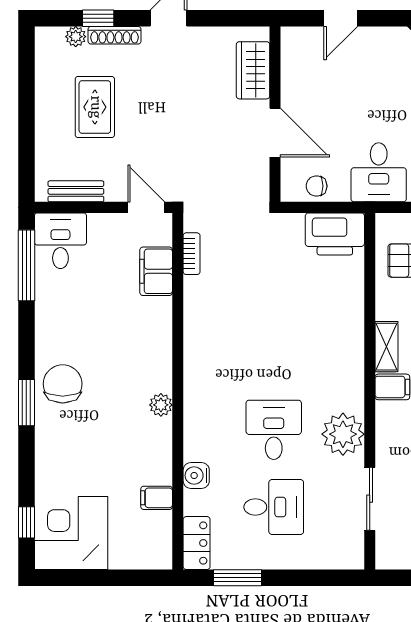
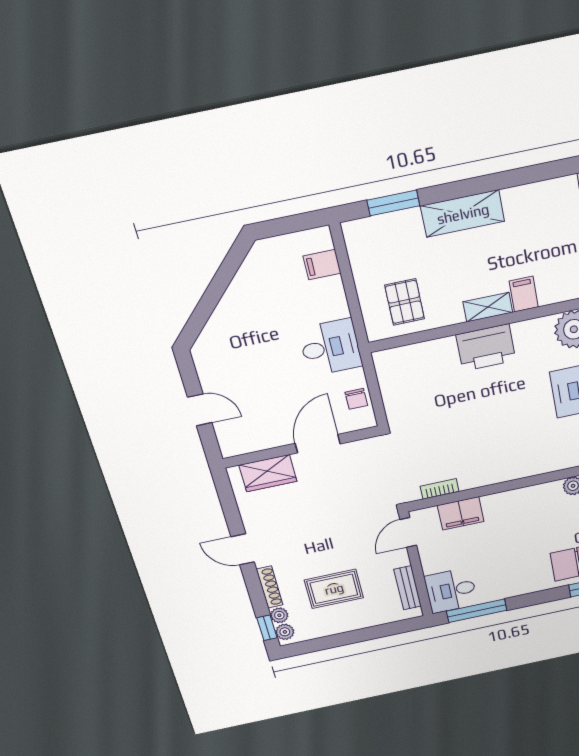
window: (98, 18) -> (267, 628), moved
plant: (52, 37) -> (285, 632), added
printer: (335, 234) -> (486, 348), moved, turned 90

